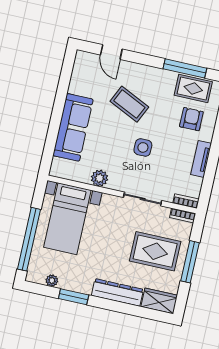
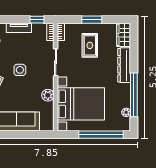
window: (207, 186) -> (37, 20), added
bed with nightstands: (67, 219) -> (81, 104), width x1.36
rug: (155, 251) -> (90, 45), width x0.73, depth x0.70
window: (190, 262) -> (92, 20), width x0.69
window: (74, 297) -> (134, 95), width x2.11

